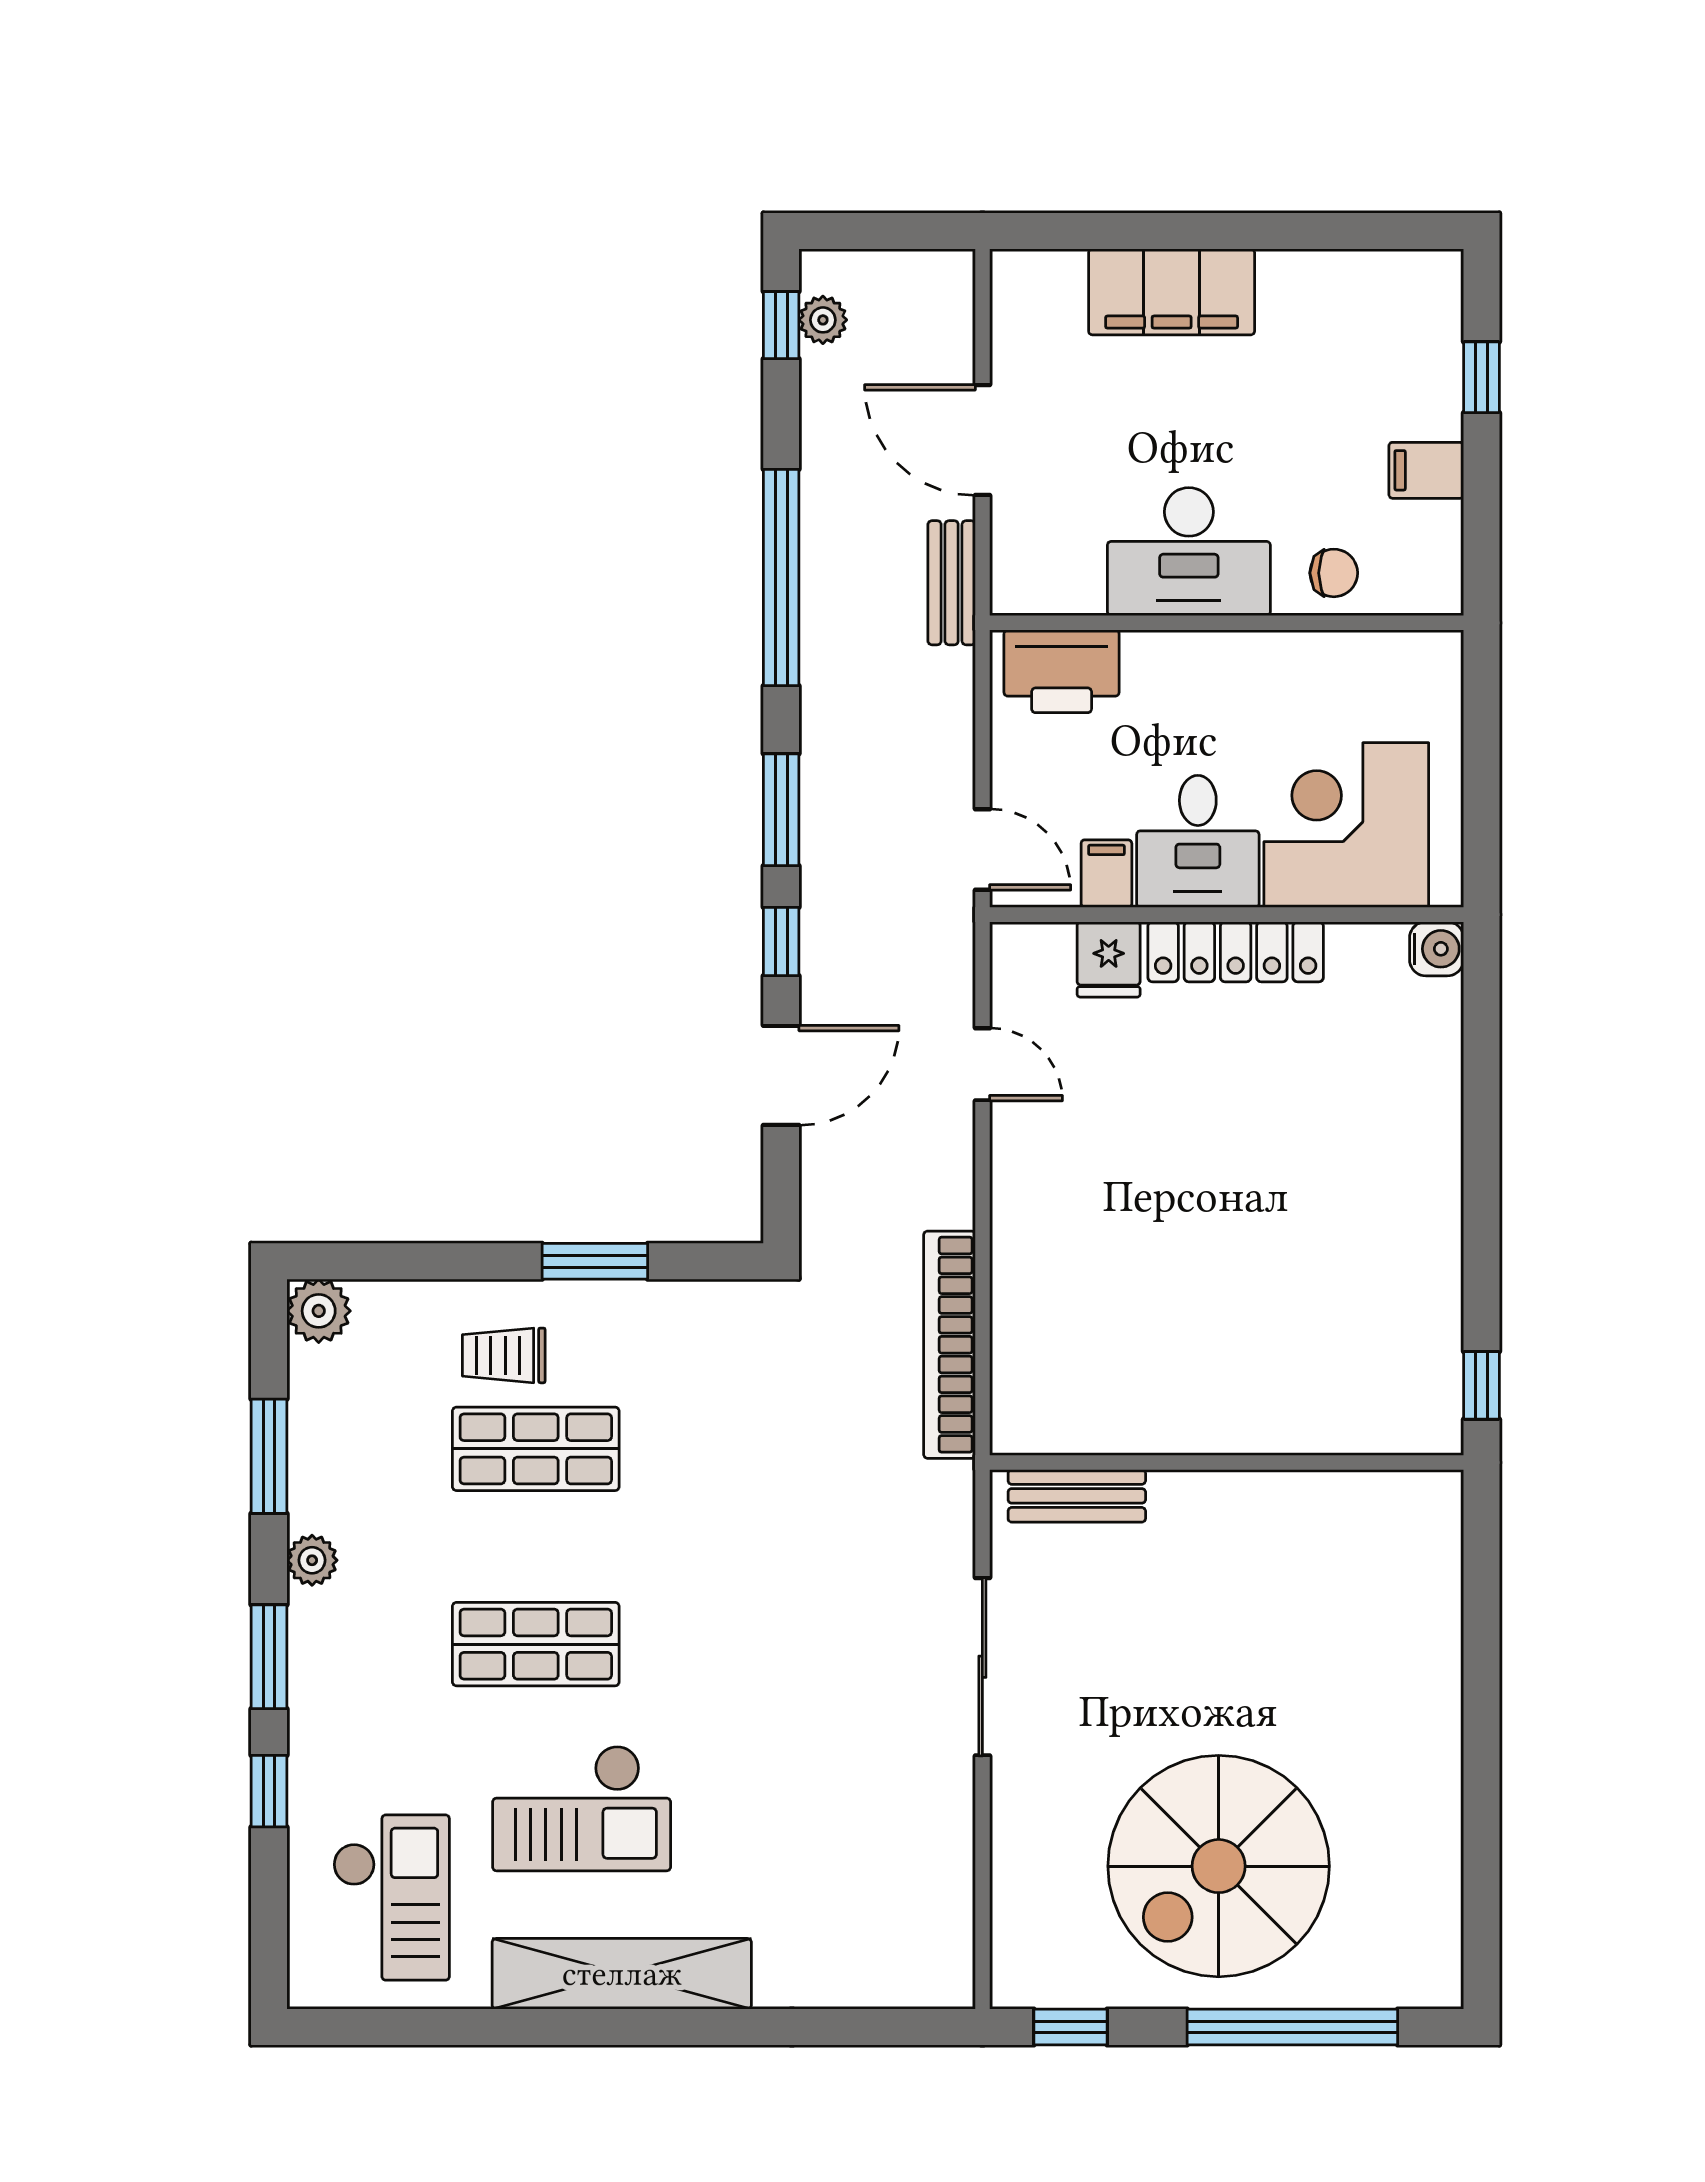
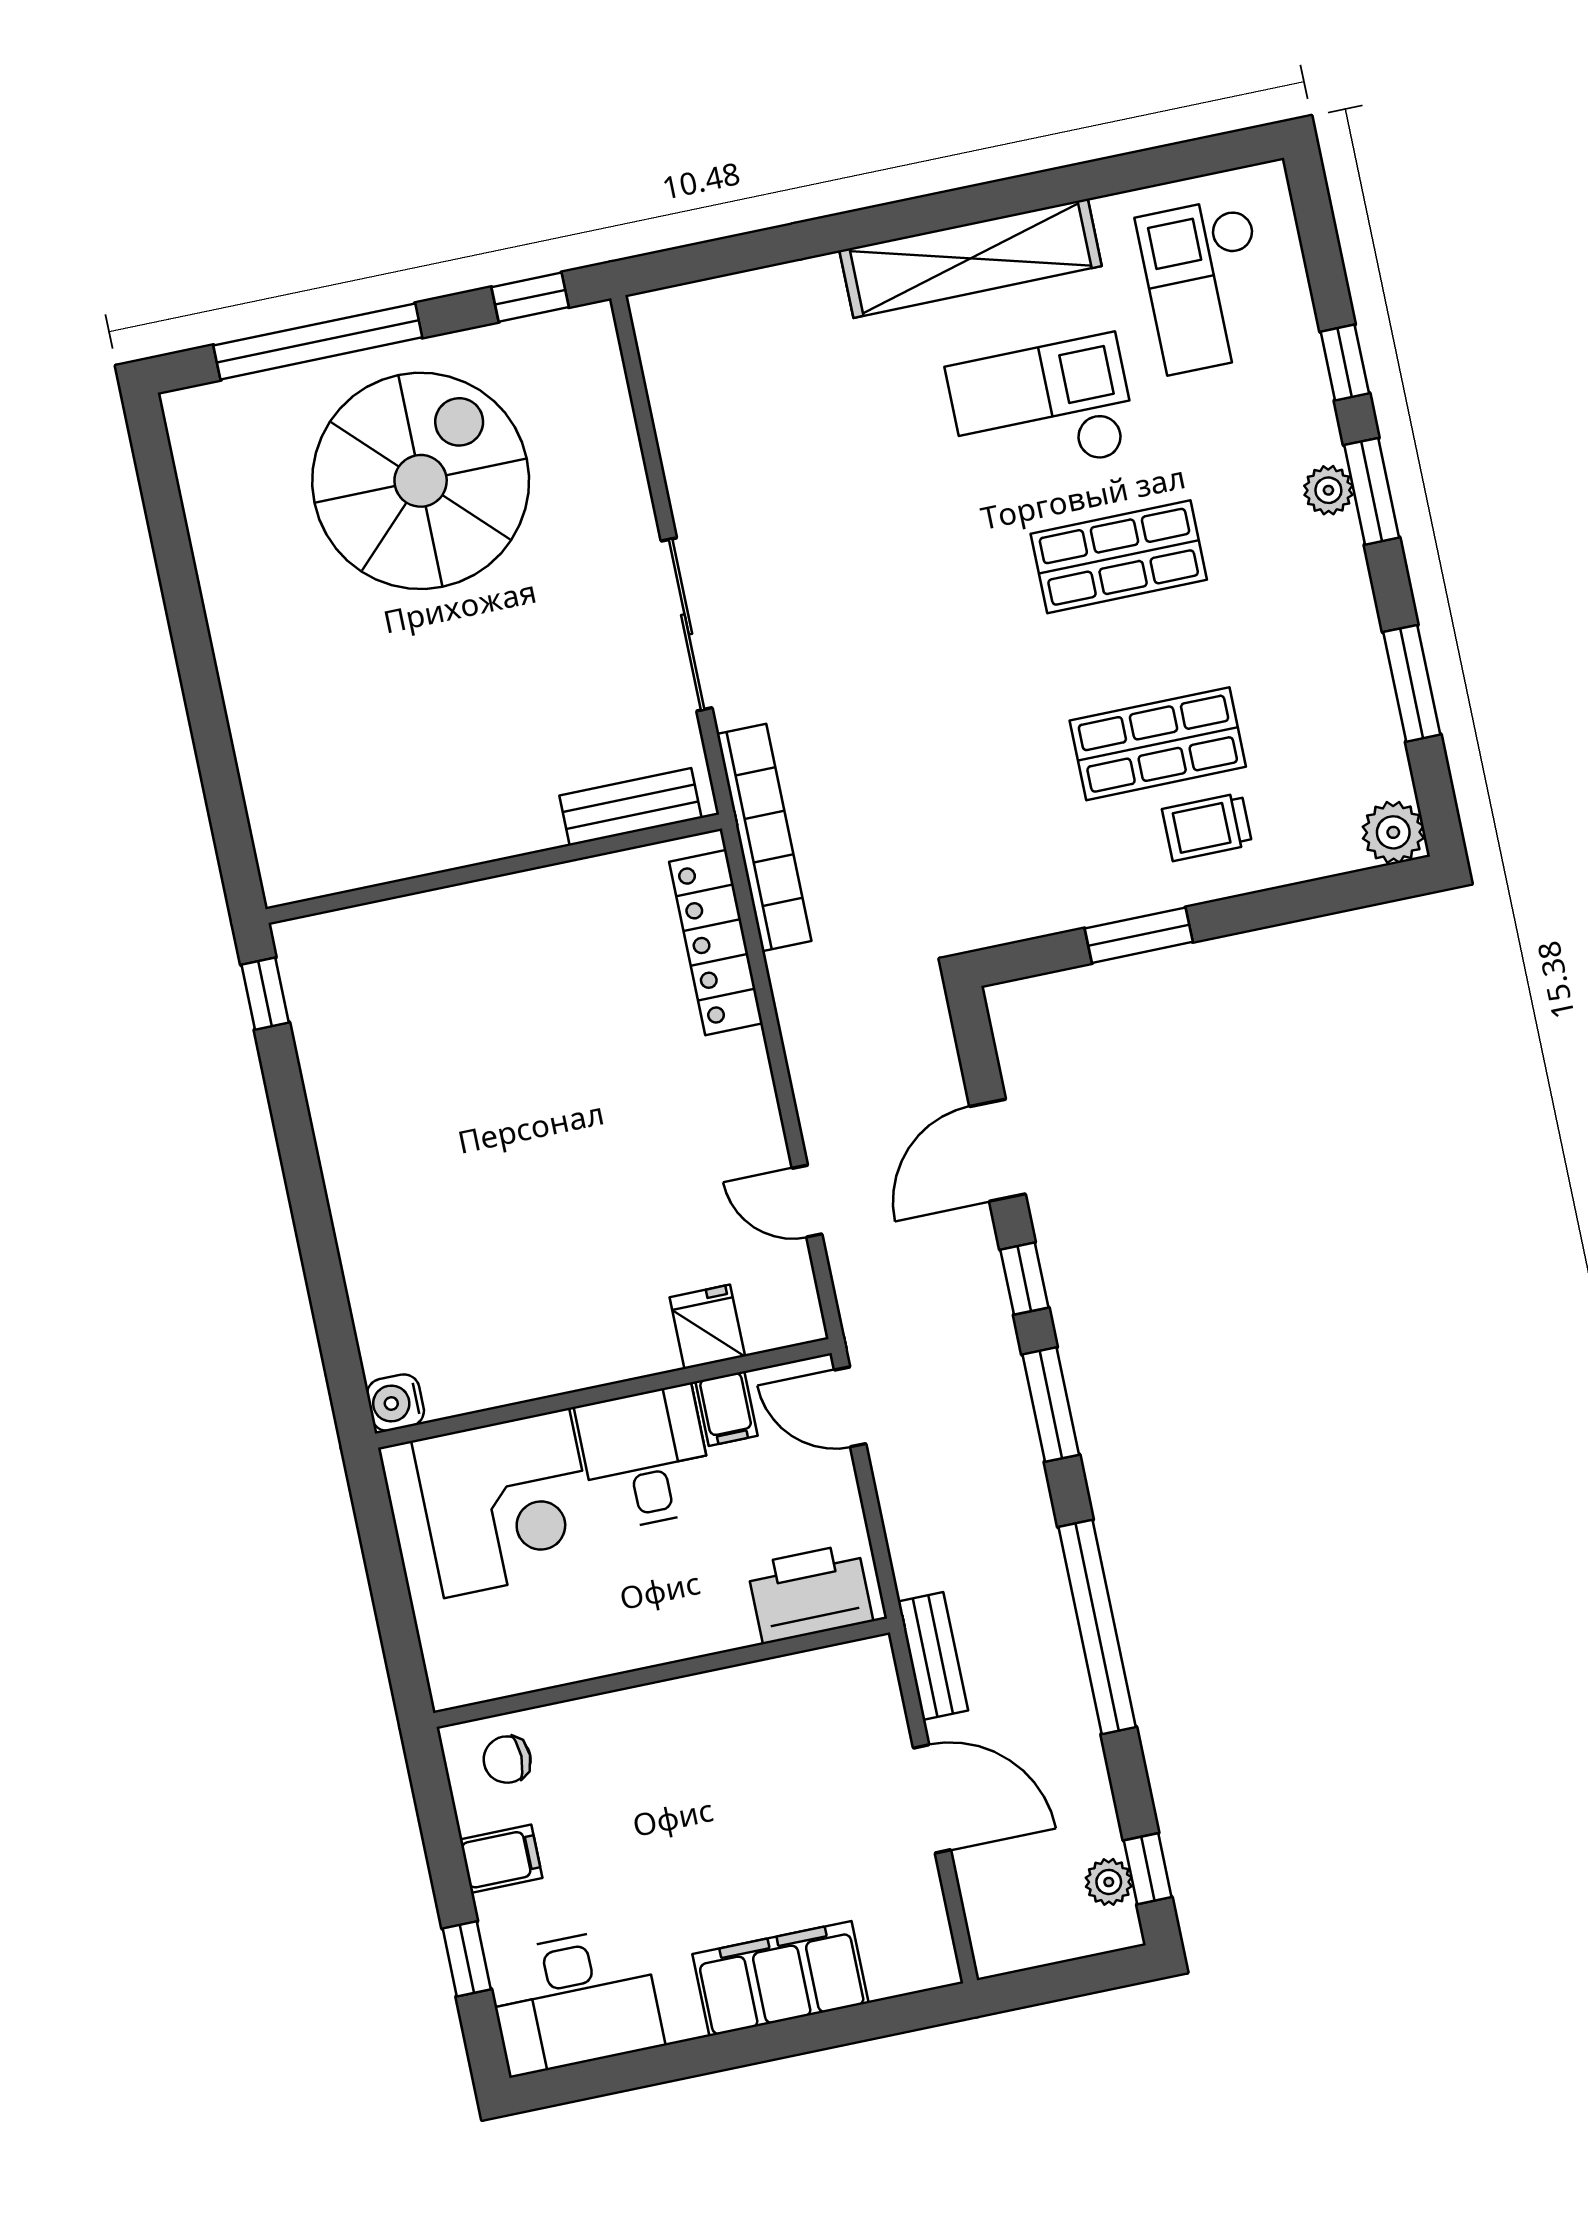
desk: (1189, 552) -> (575, 2001), moved, turned 180
chair: (1334, 573) -> (507, 1760), moved
locker: (1236, 952) -> (716, 943), moved, turned -90
bookcase: (949, 1345) -> (764, 837), moved
trolley: (504, 1355) -> (1207, 827), turned 180
plant: (312, 1560) -> (1328, 490), moved

